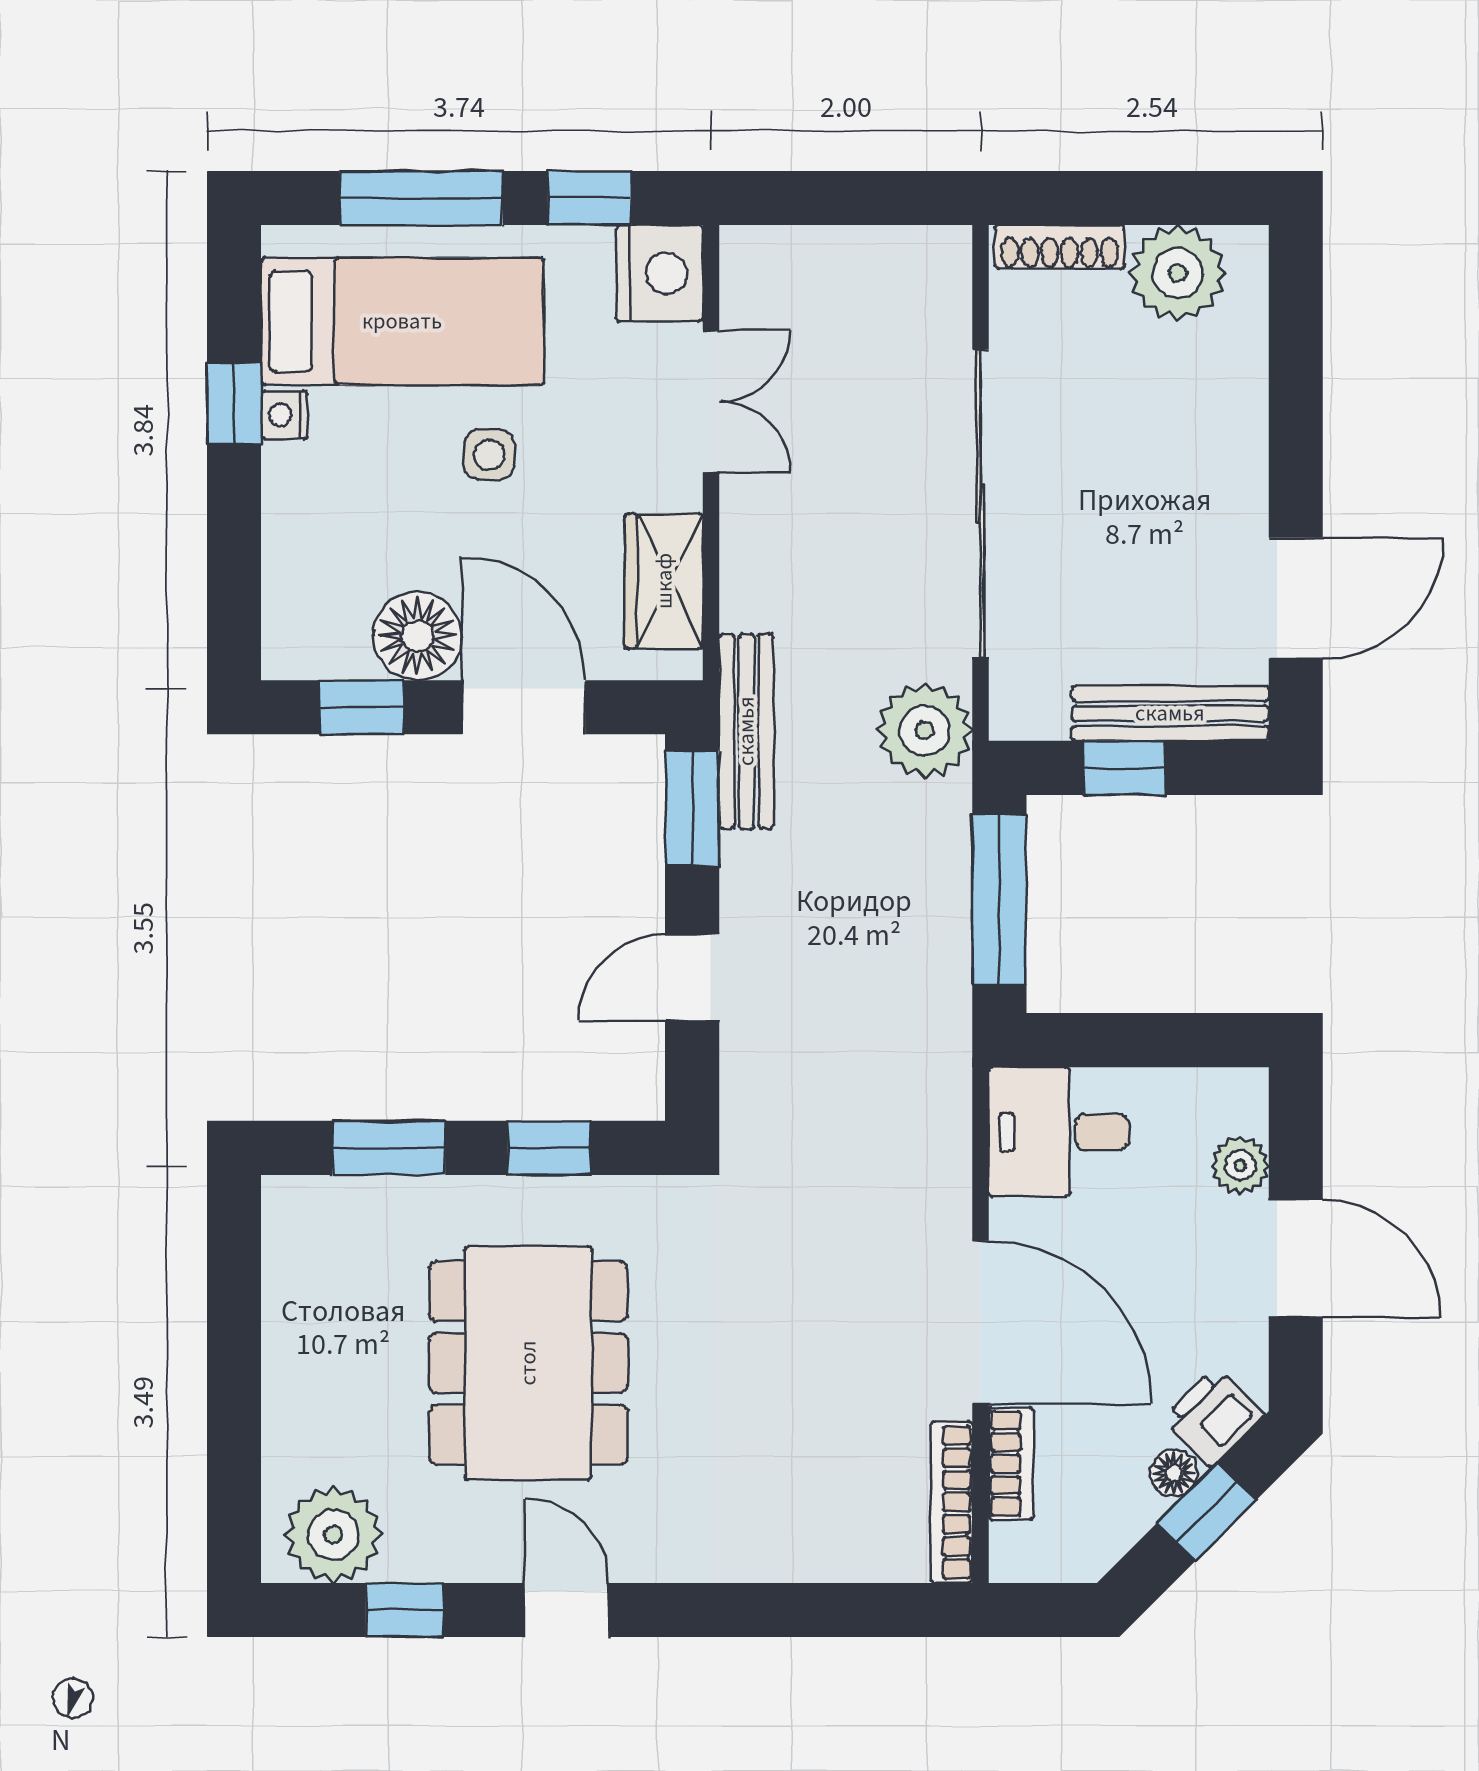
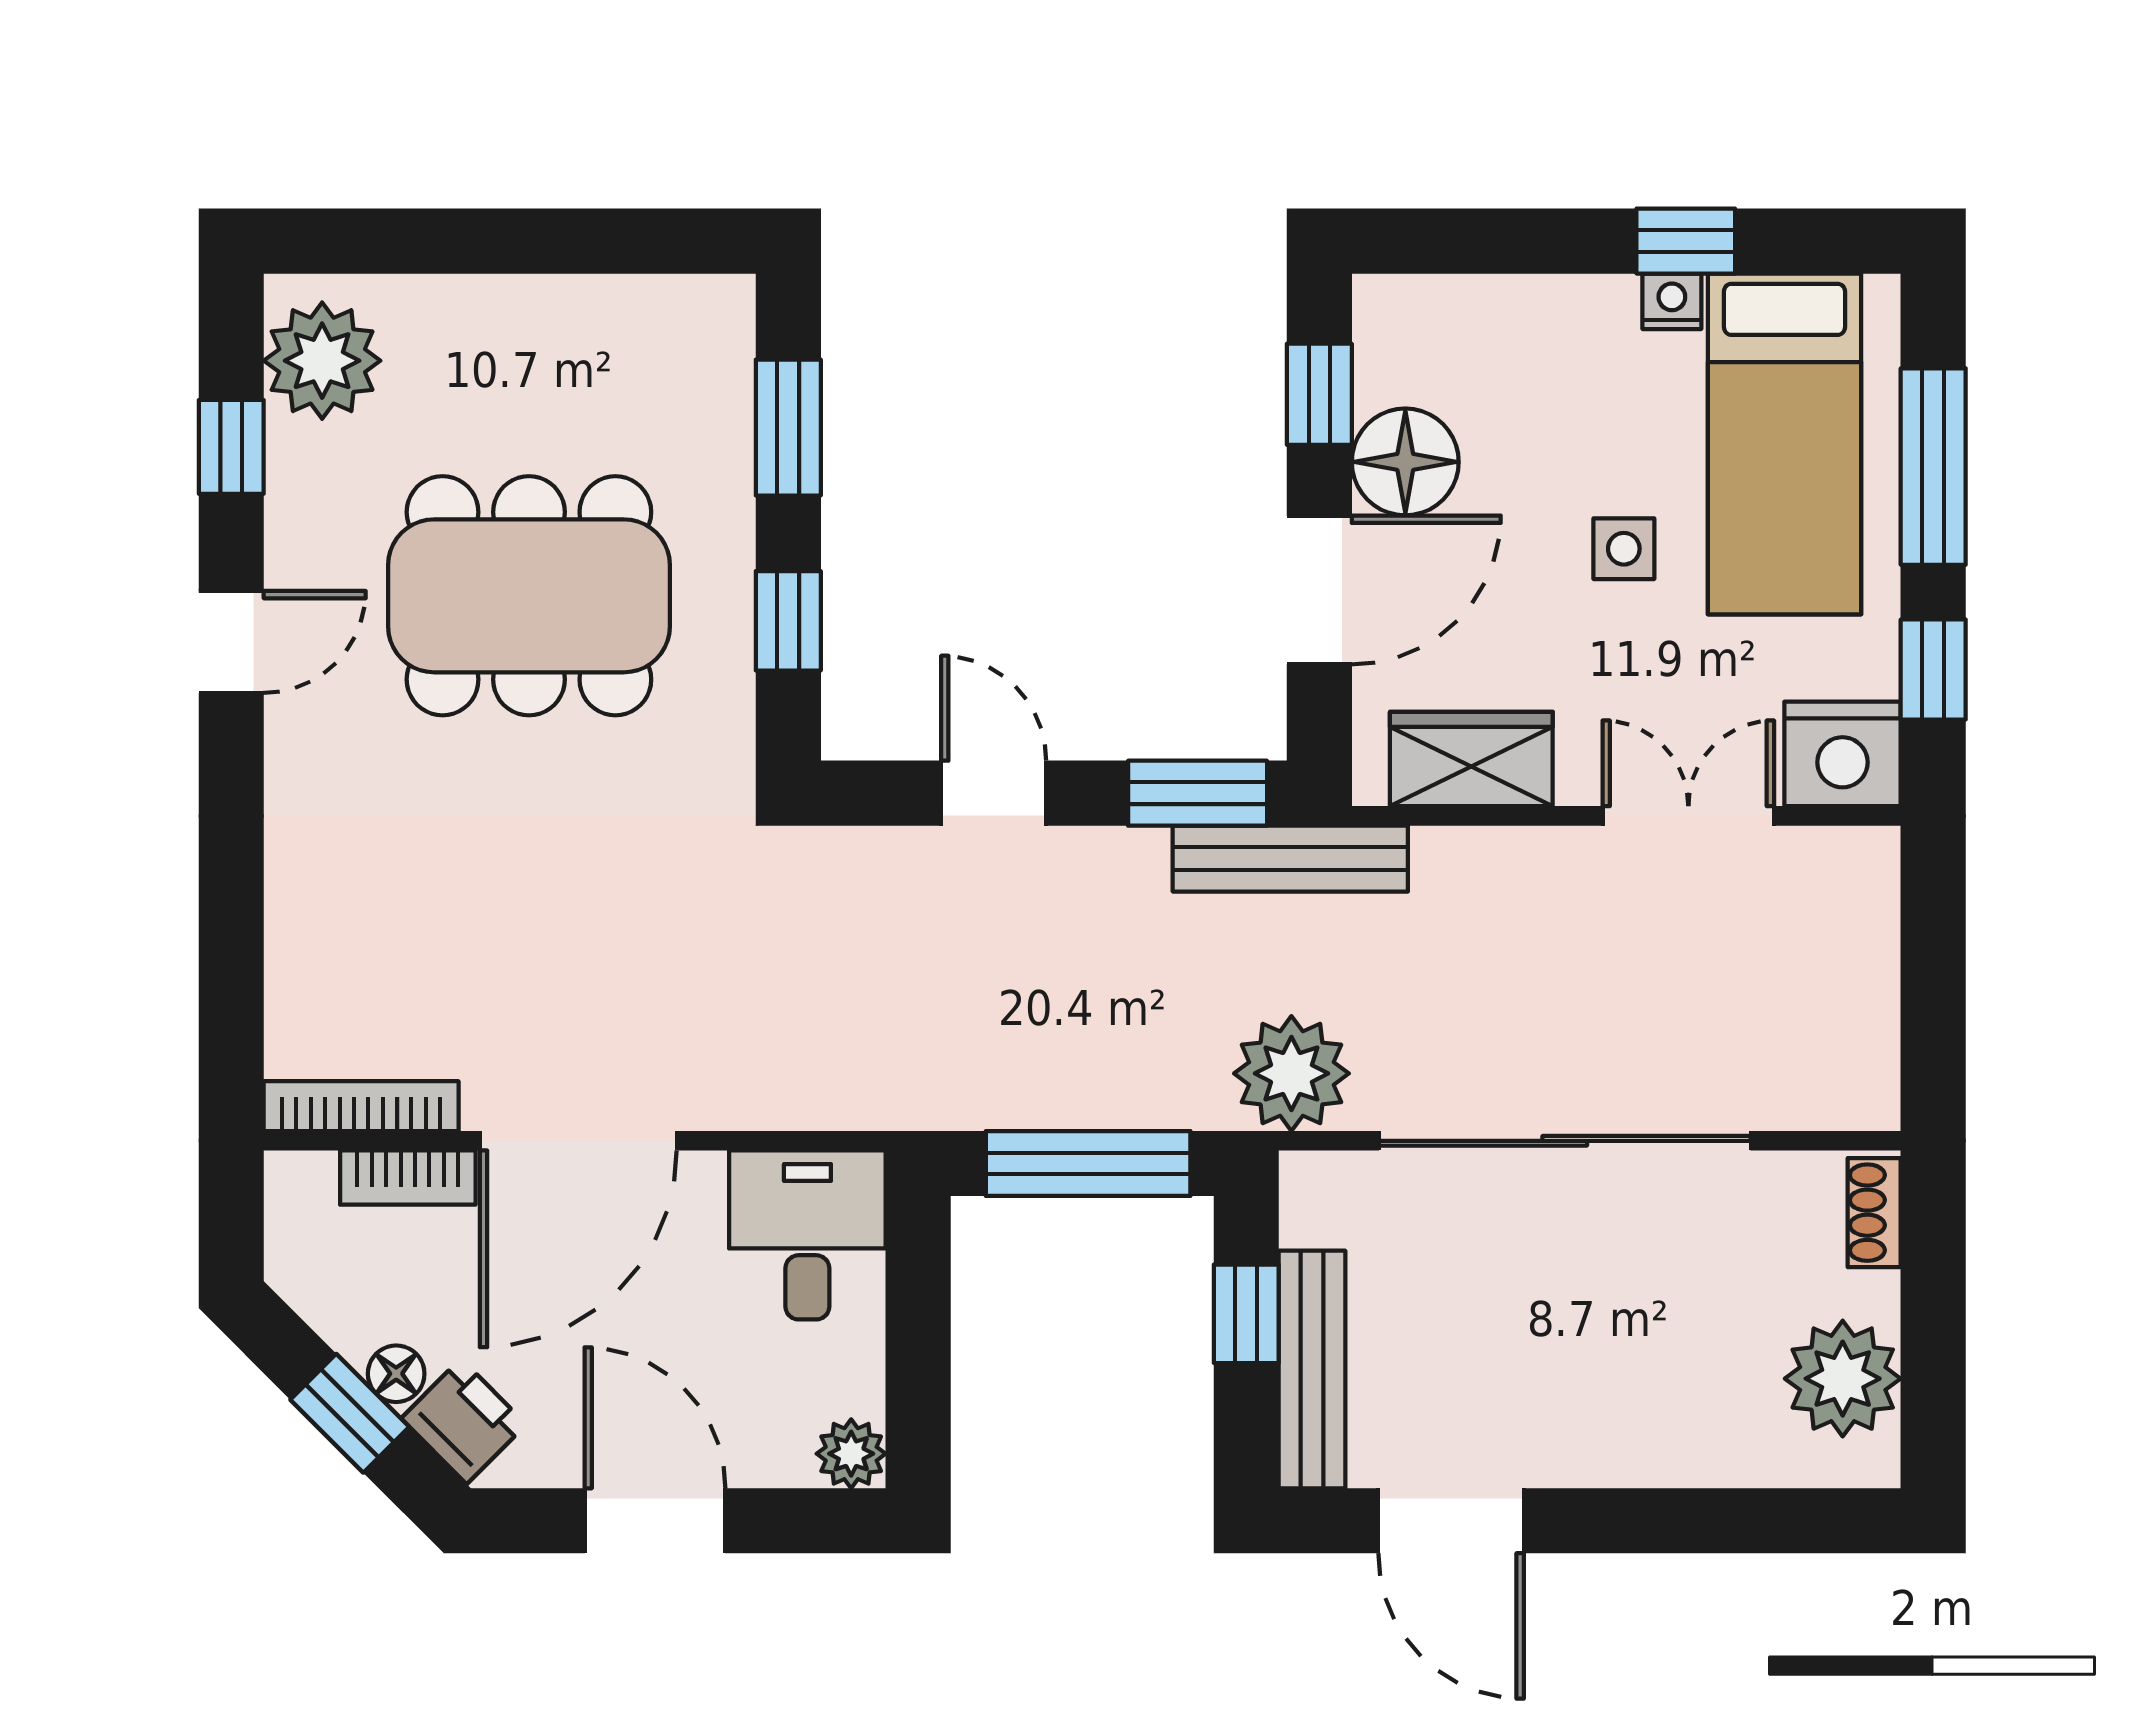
shoe rack: (1060, 247) -> (1874, 1213), width x0.70
double door: (711, 401) -> (1688, 816), swing flipped
plant: (1240, 1165) -> (851, 1454), moved
door: (1296, 1258) -> (655, 1521), swing flipped

